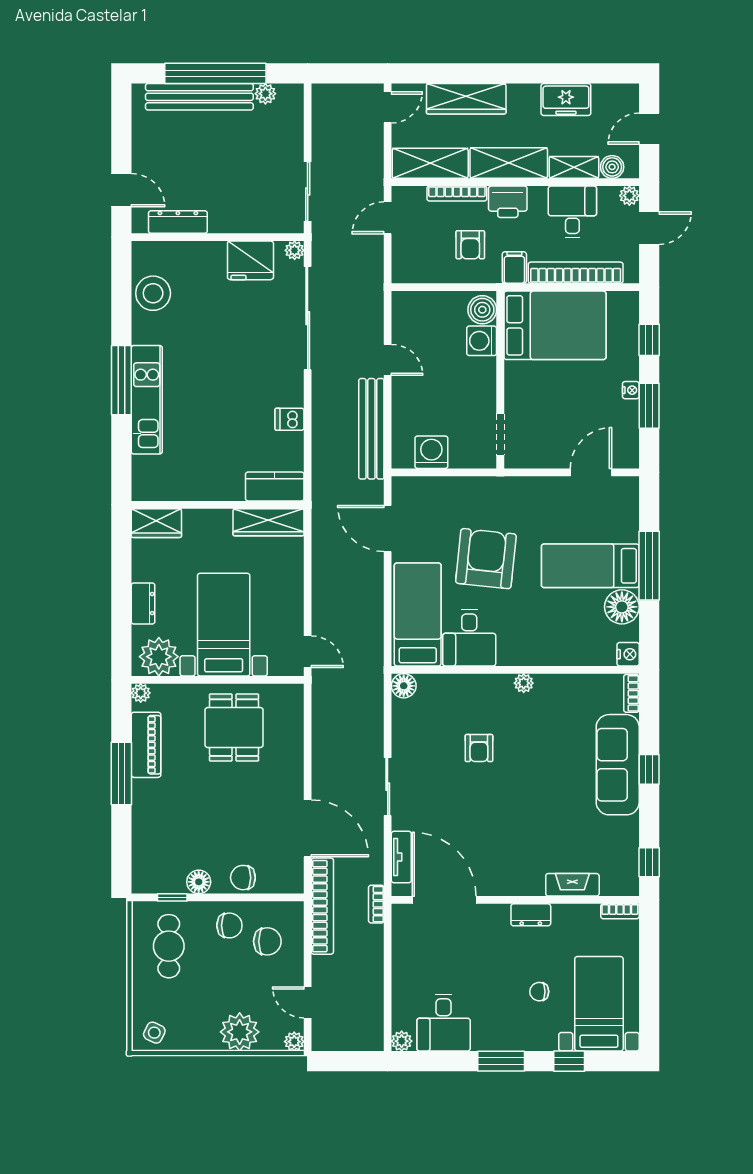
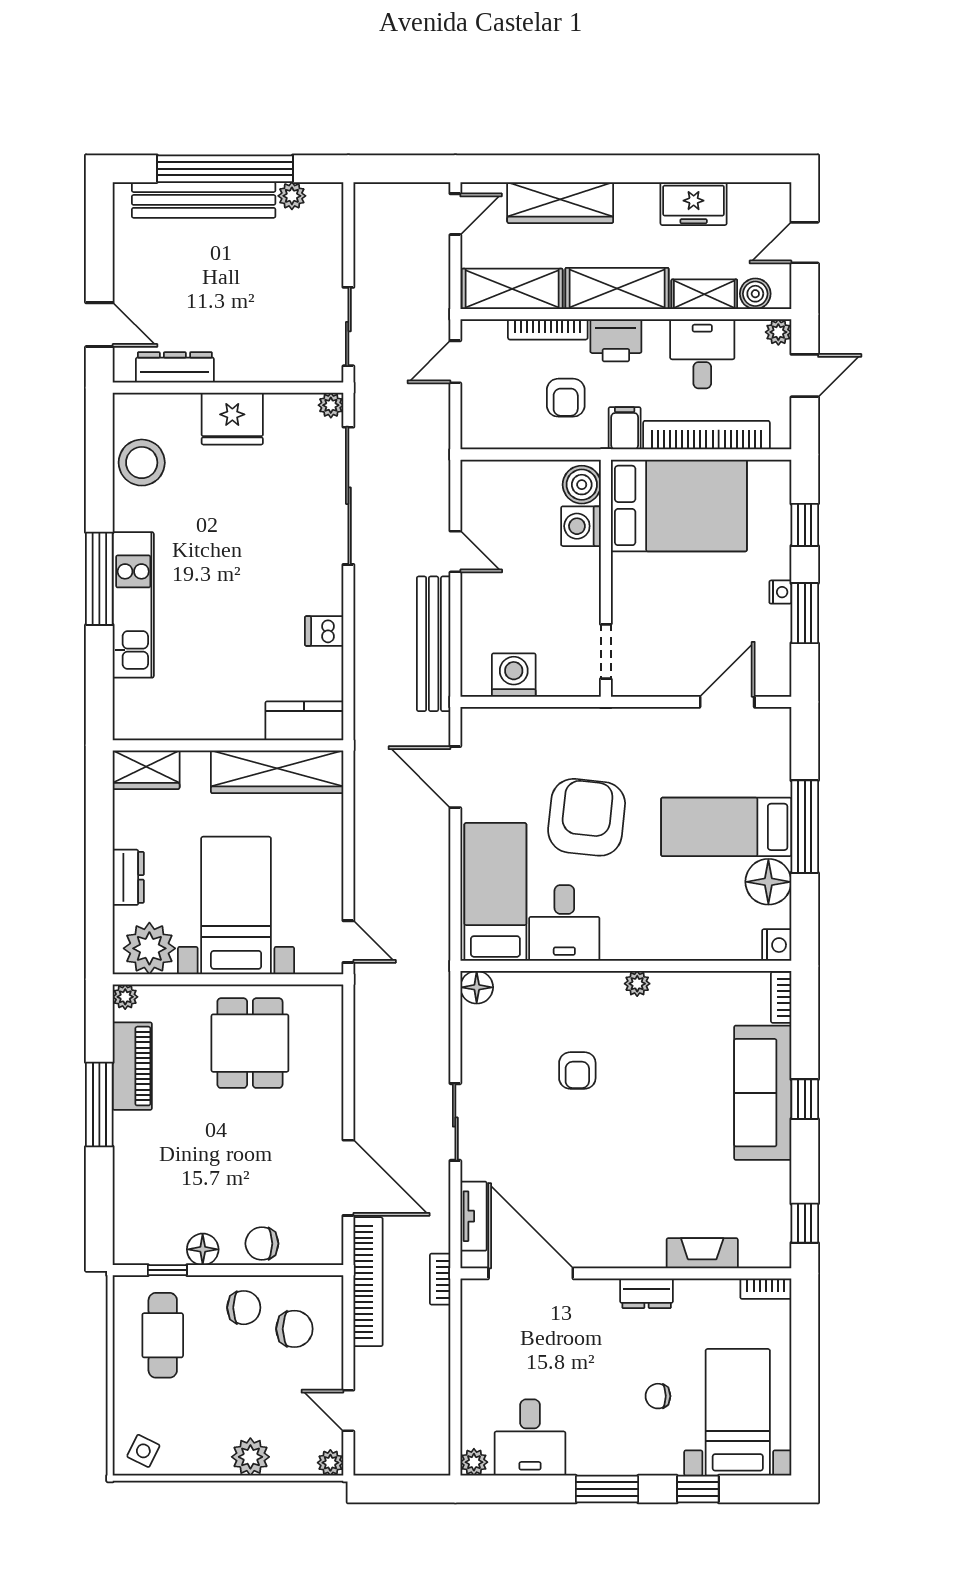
fridge: (250, 260) -> (232, 419), moved
wardrobe: (269, 522) -> (277, 772), width x1.40, depth x1.17
plant: (240, 1032) -> (250, 1457), width x0.73, depth x0.73

